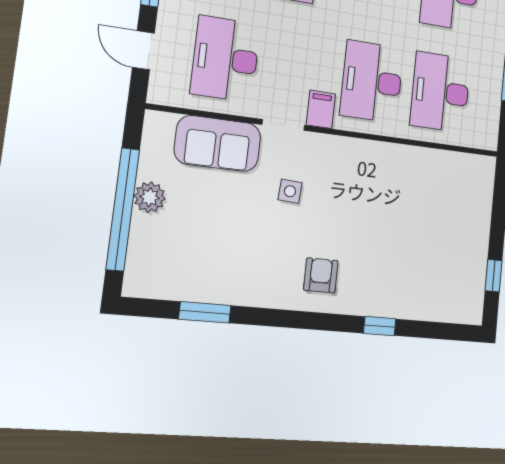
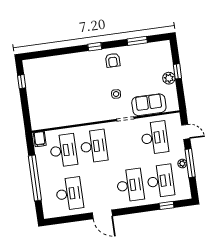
filing cabinet: (321, 109) -> (40, 139), moved
window: (123, 209) -> (177, 71), width x0.32
armchair: (321, 275) -> (113, 60), moved
window: (380, 326) -> (95, 47), moved

